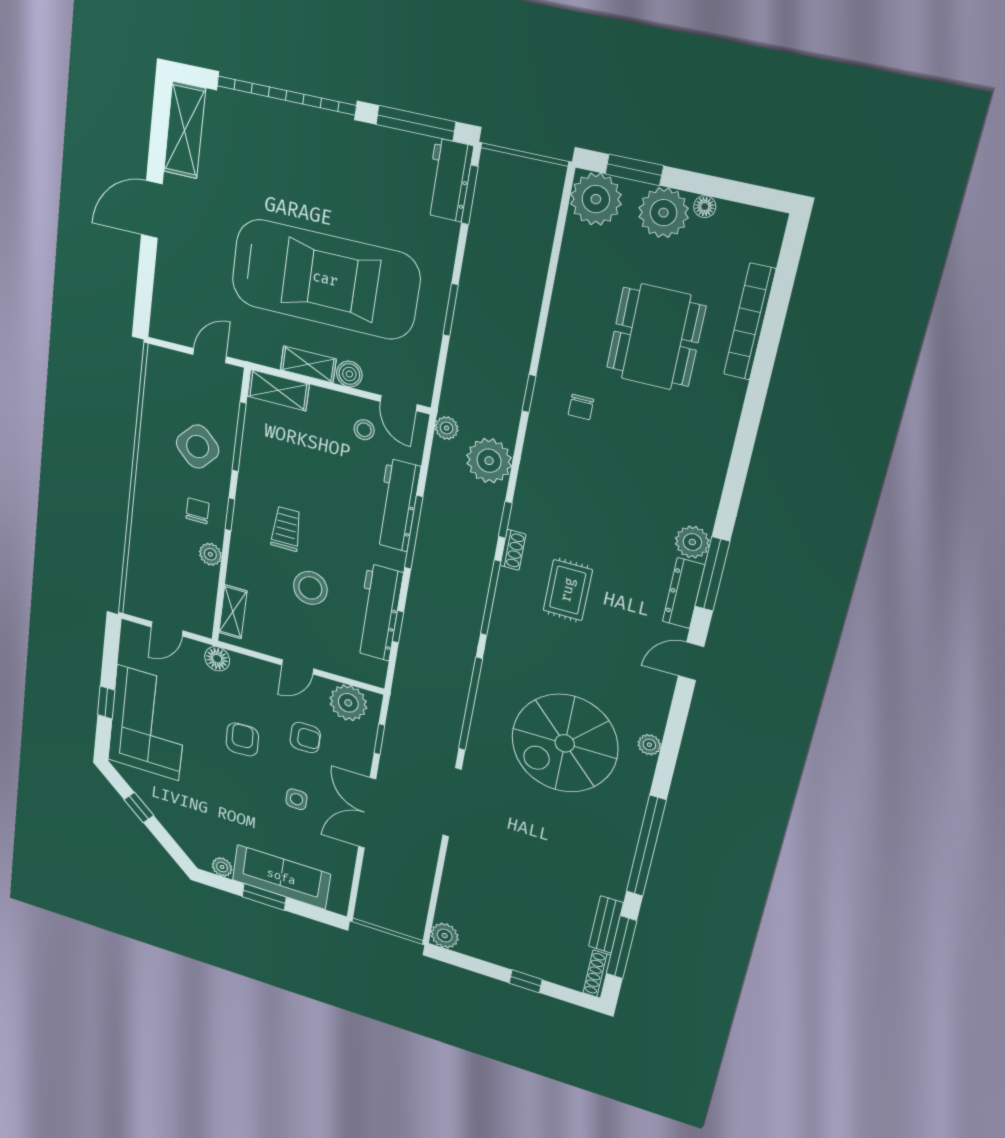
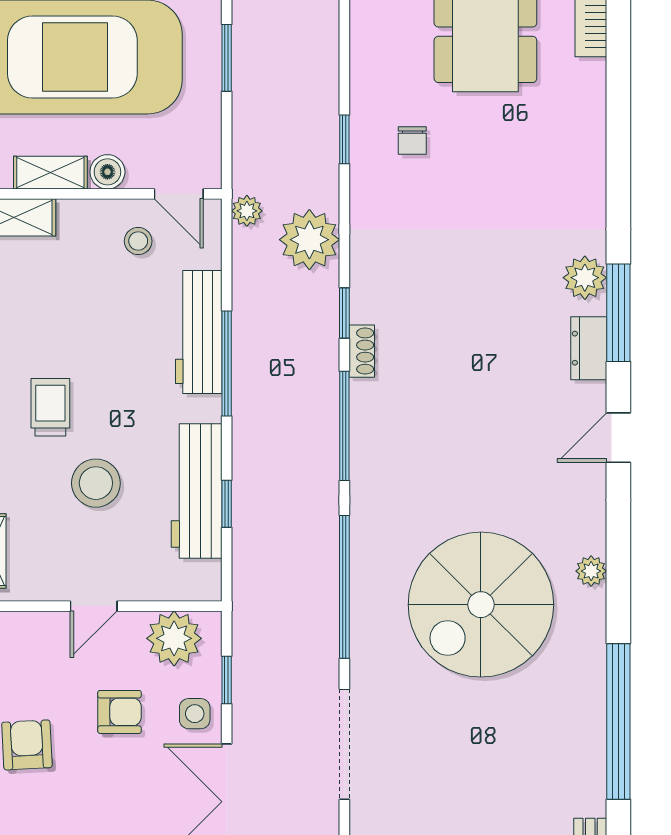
rug: (568, 590) -> (443, 386), removed
dresser: (683, 593) -> (589, 348), width x0.70
side table: (296, 799) -> (195, 714), moved

